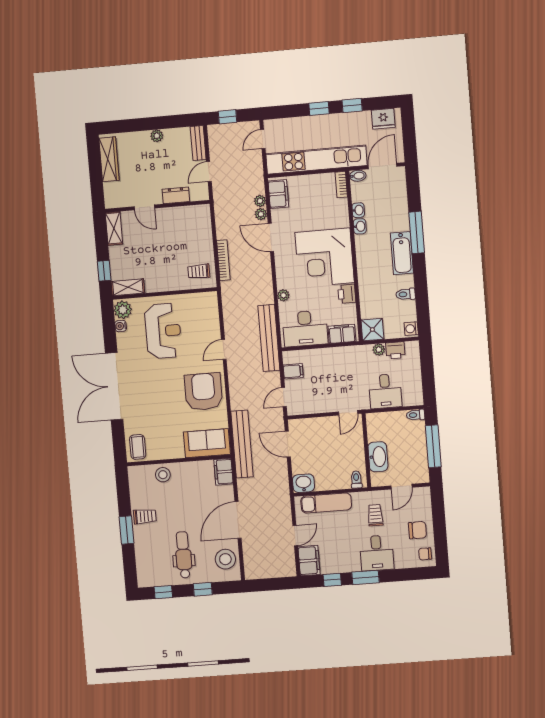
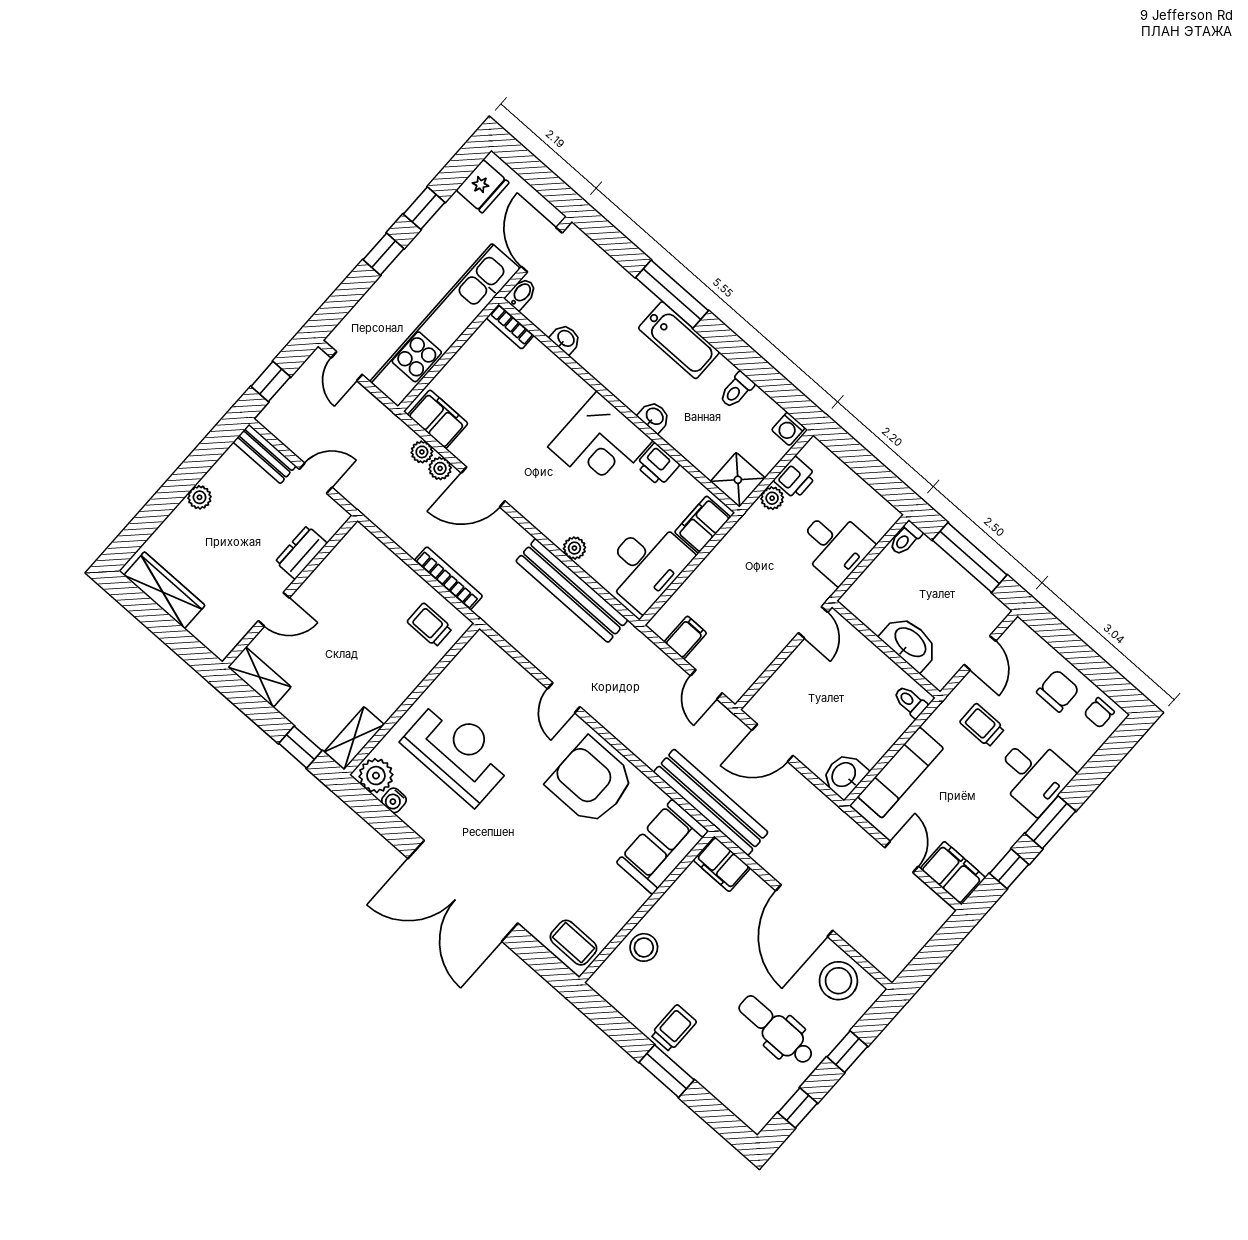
door: (209, 172) -> (316, 478), swing flipped
washbasin: (360, 226) -> (654, 417), moved
corner desk: (325, 258) -> (600, 444), width x0.74, depth x0.74
trolley: (199, 271) -> (430, 625), turned 90
bench: (269, 338) -> (572, 591), moved

